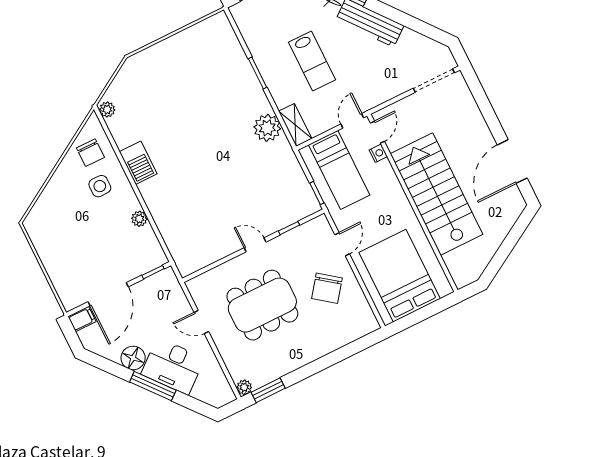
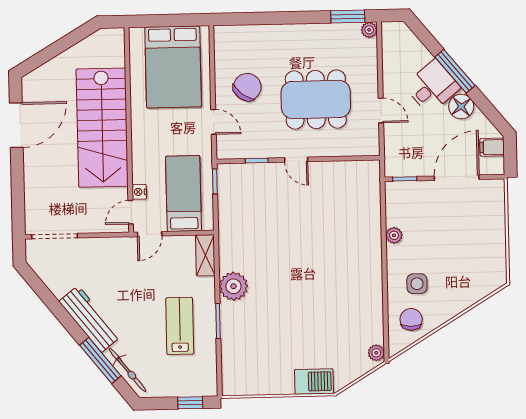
lab bench: (312, 61) -> (180, 326), moved
plant: (267, 128) -> (233, 286), moved
barbecue: (138, 163) -> (314, 381), moved, turned 90
door: (342, 244) -> (214, 122), swing flipped
filing cabinet: (82, 319) -> (492, 147), moved
desk: (173, 366) -> (432, 87), width x0.73

